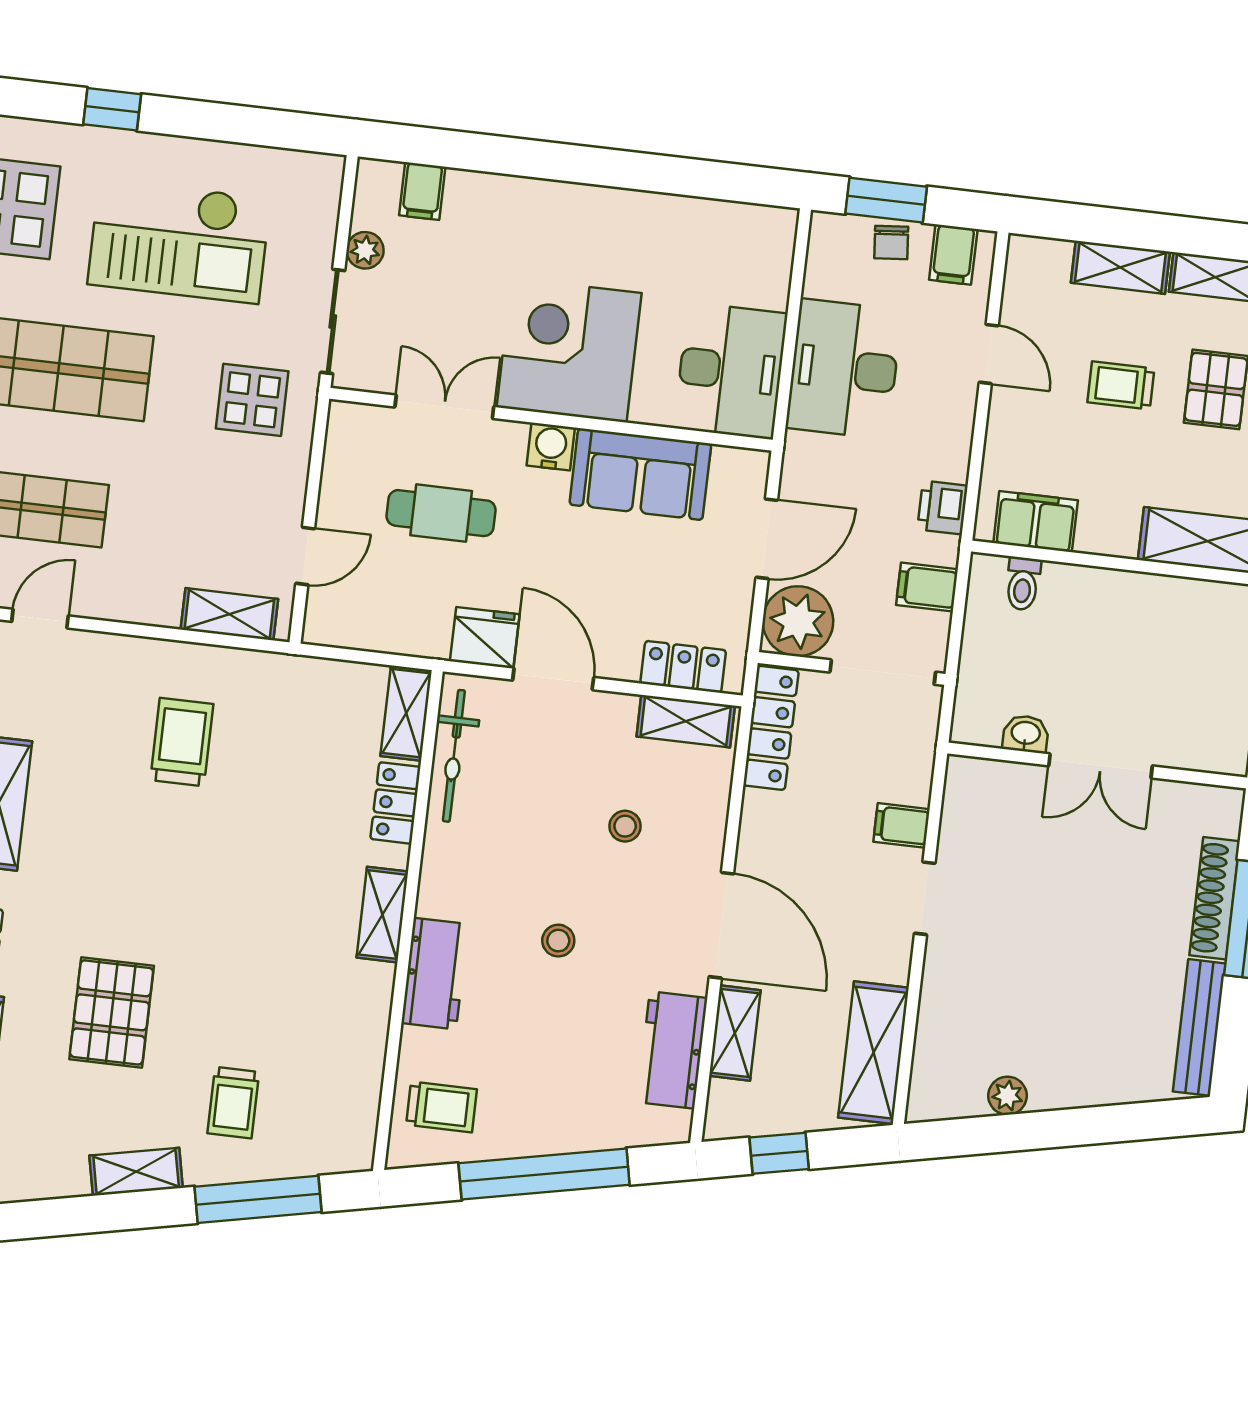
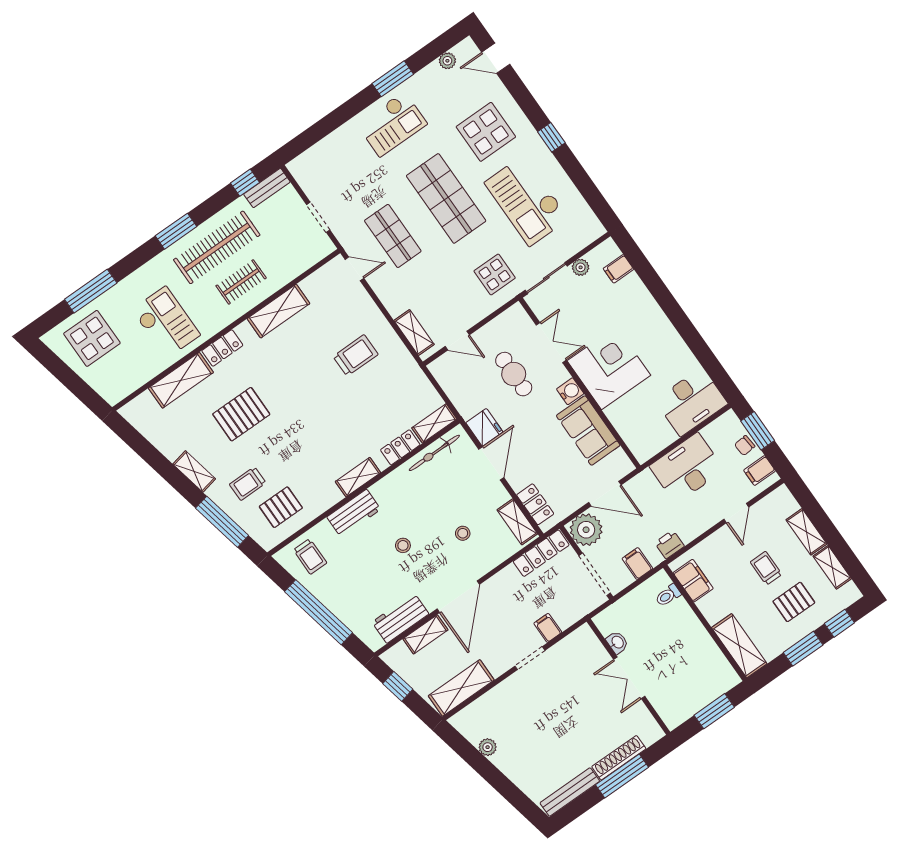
desk: (731, 371) -> (691, 402), moved
pallet: (319, 1083) -> (281, 507), added

